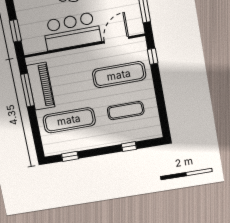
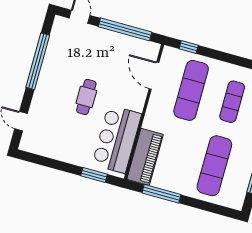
bar counter: (72, 31) -> (117, 139), moved
piano: (41, 86) -> (145, 157), moved, turned 90

